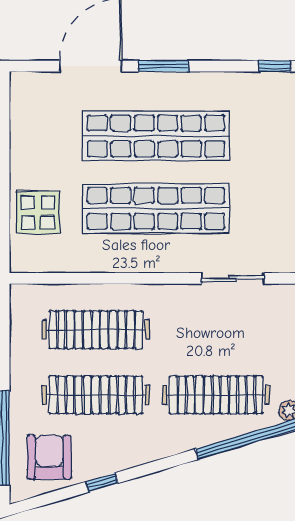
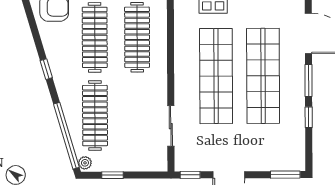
window: (275, 66) -> (309, 117), moved
window: (102, 482) -> (46, 69), moved

